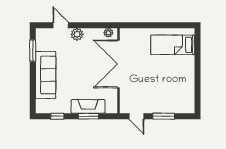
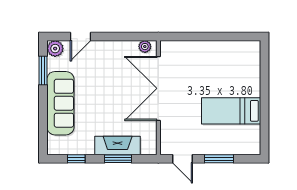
door: (61, 25) -> (81, 36), swing flipped
plant: (77, 34) -> (55, 49), moved
bed: (173, 45) -> (231, 111), moved

